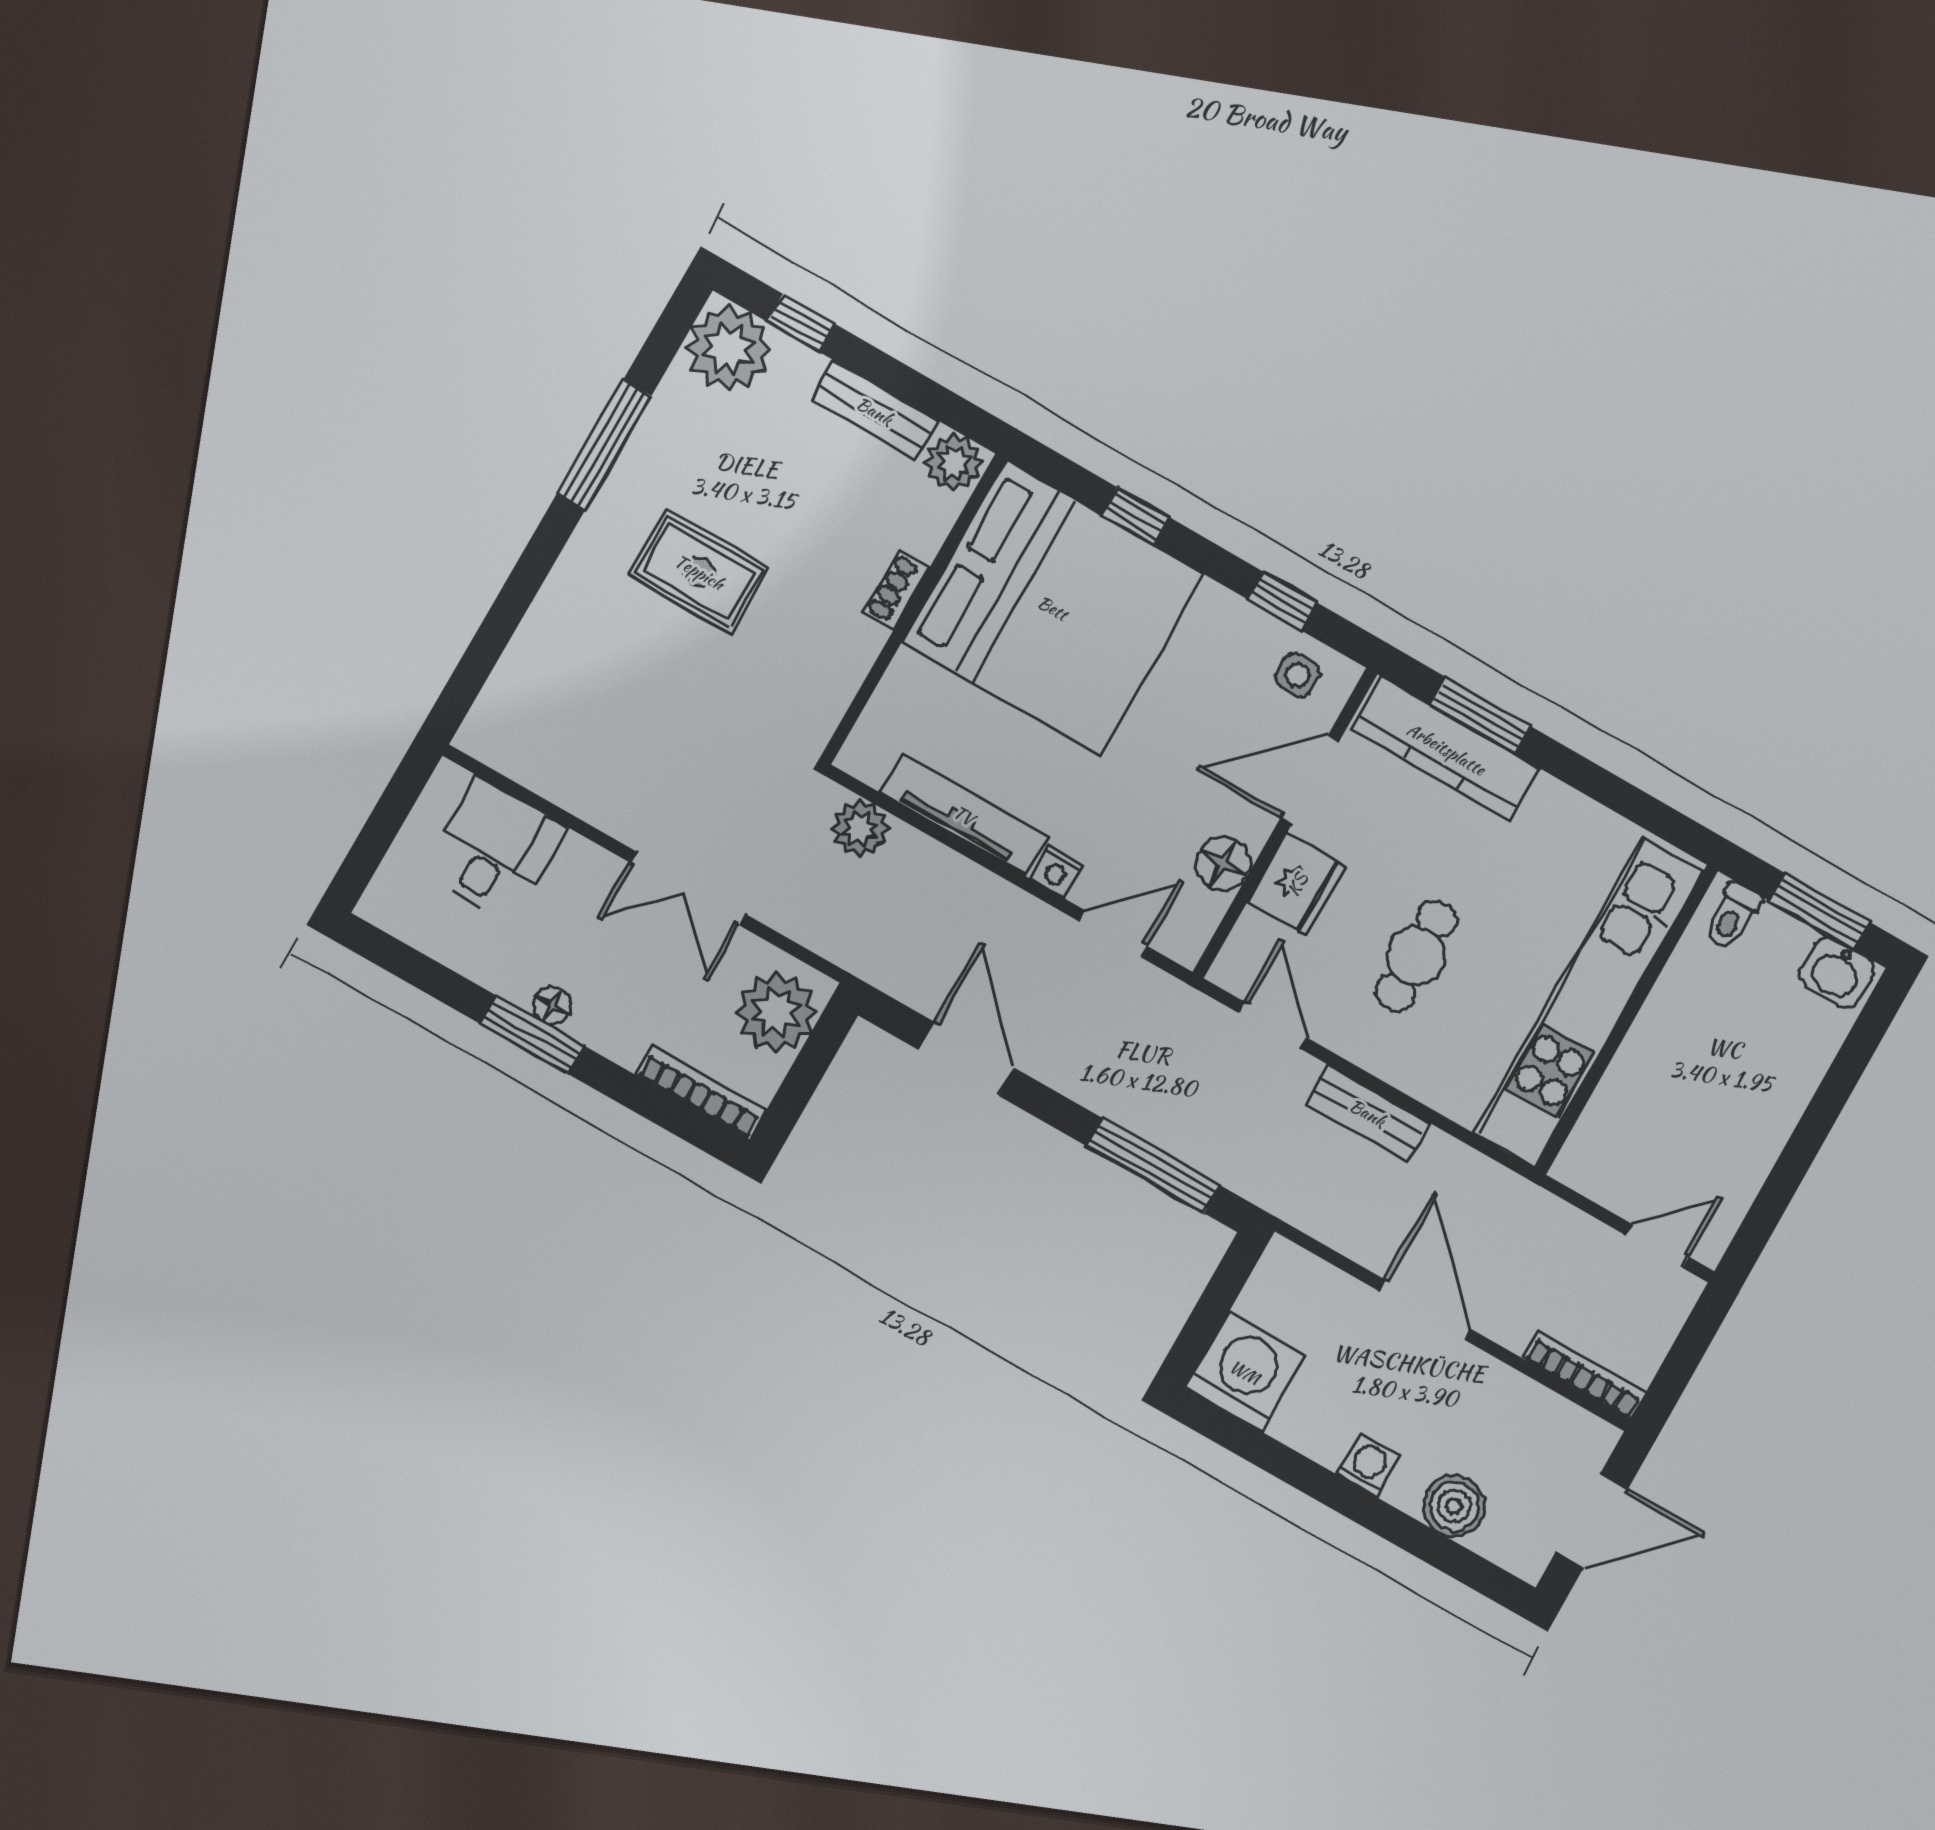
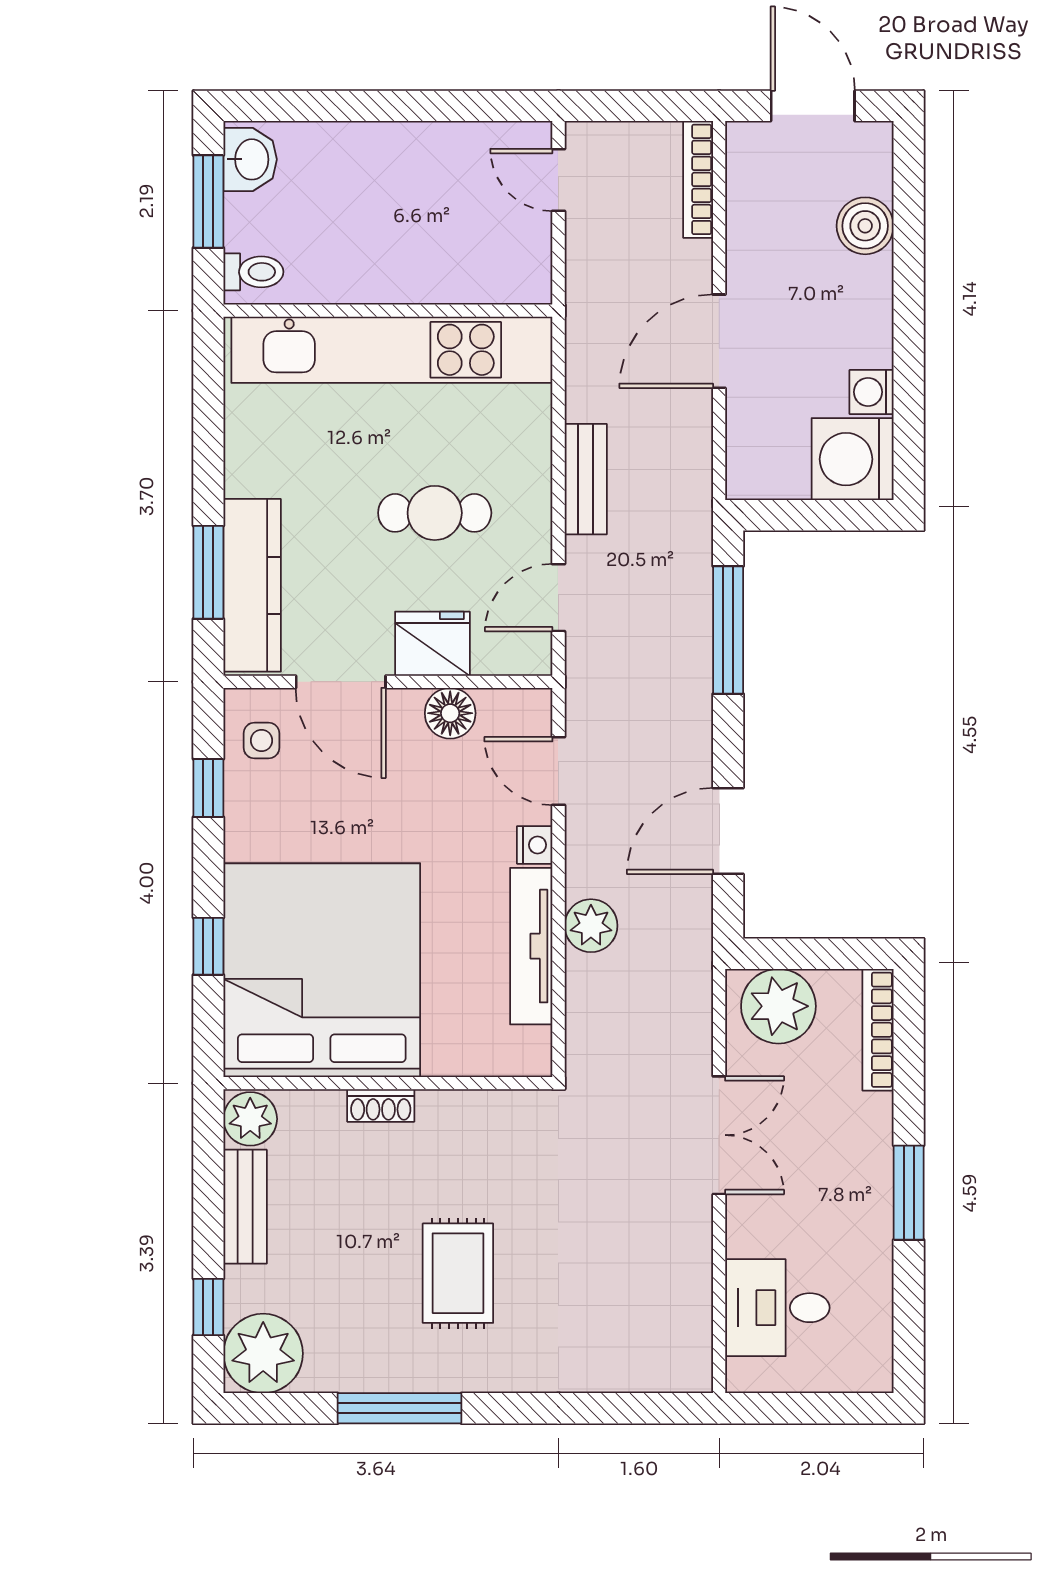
plant: (860, 828) -> (591, 926), moved
floor lamp: (552, 1006) -> (876, 1189), removed
washing machine: (1368, 1465) -> (872, 392), moved

